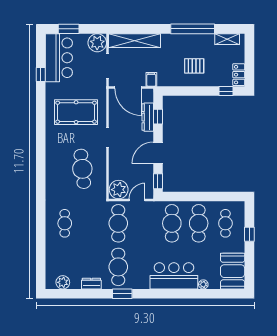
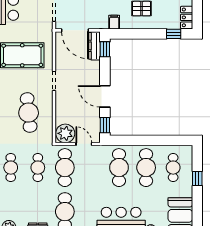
filing cabinet: (151, 79) -> (114, 22), moved
dresser: (148, 117) -> (95, 46), moved
window: (158, 117) -> (105, 49), moved
door: (158, 153) -> (105, 96), hinge flipped
door: (137, 200) -> (84, 144), hinge flipped
cafe table: (91, 223) -> (38, 168), added

